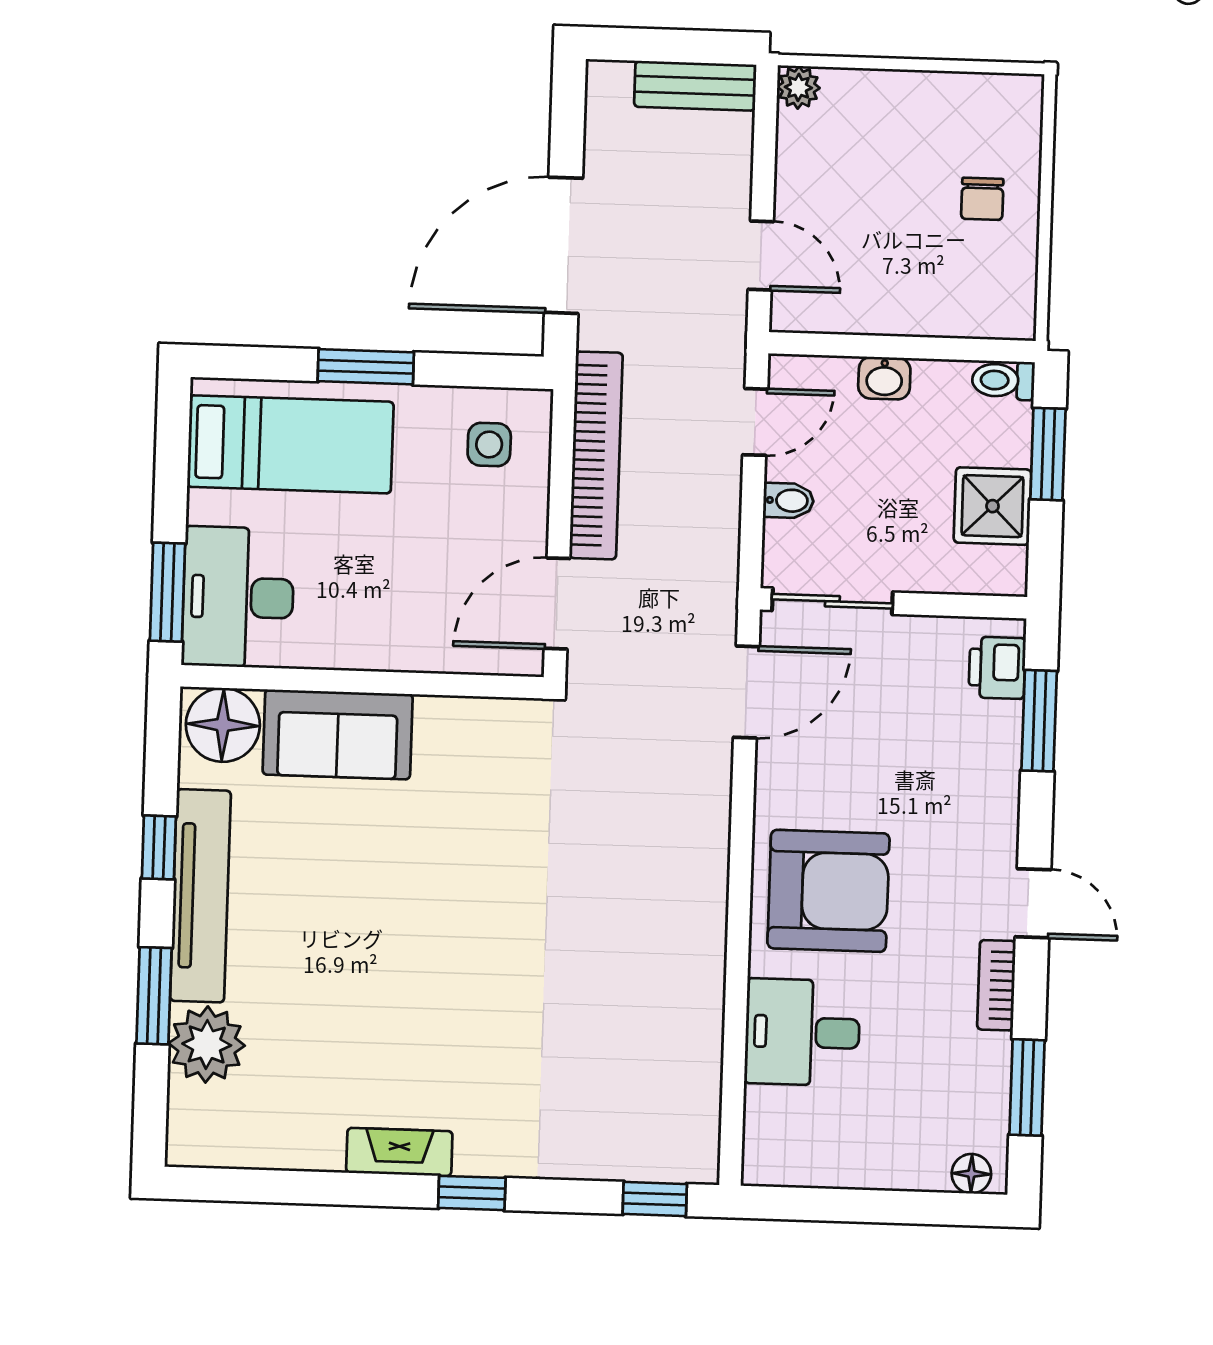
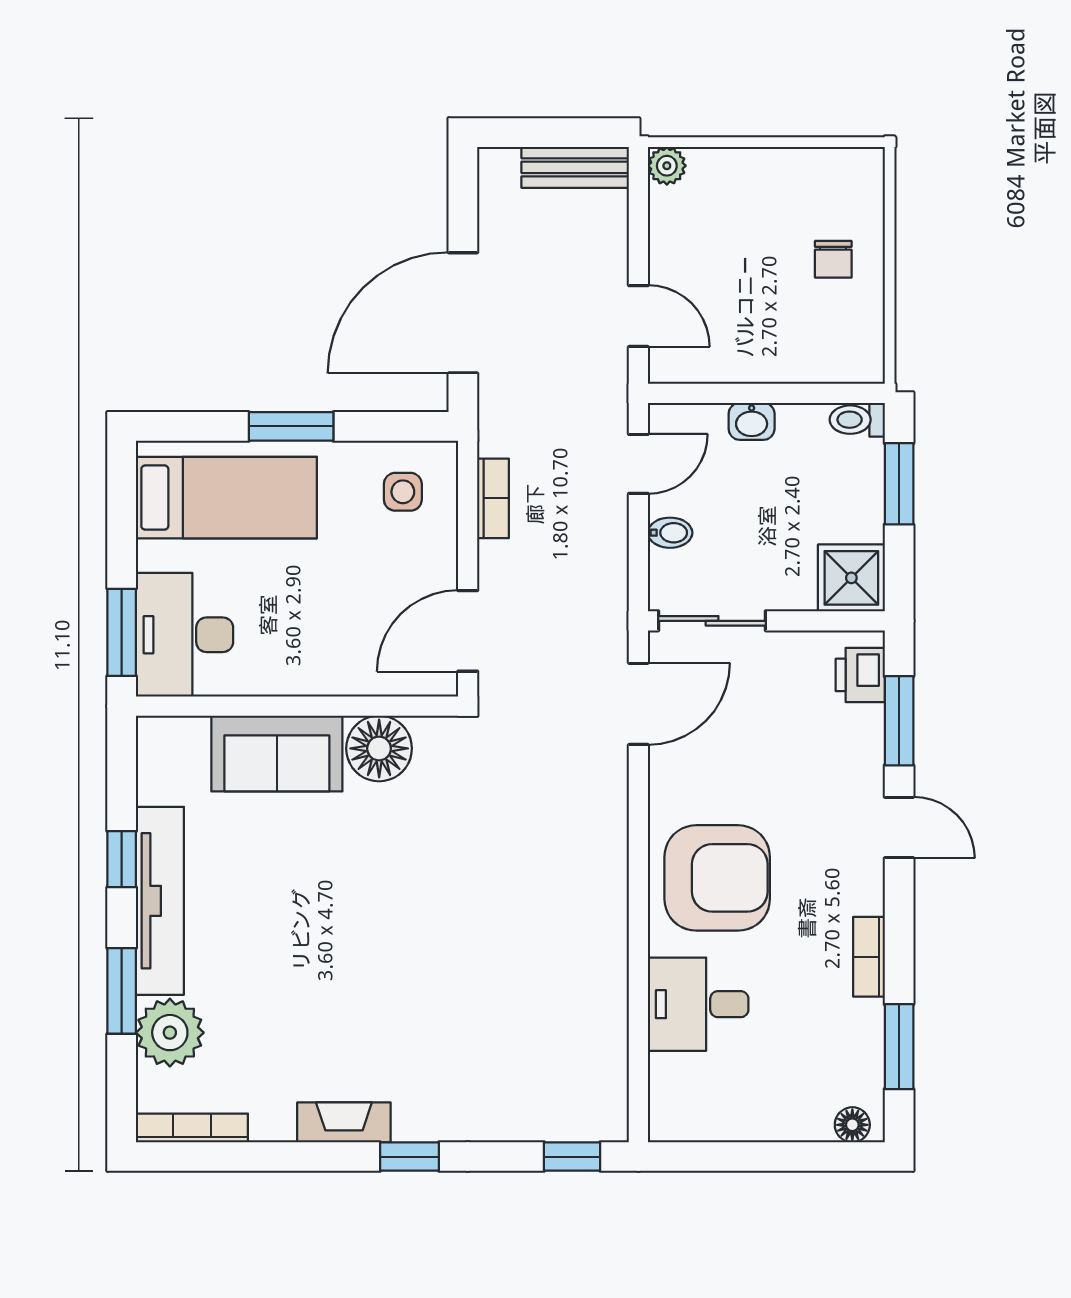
bookcase: (596, 455) -> (493, 498), width x0.43, depth x0.76
shower: (993, 506) -> (851, 578), moved
floor lamp: (223, 725) -> (379, 748), moved
door: (1033, 903) -> (899, 828), moved
bookcase: (228, 1153) -> (192, 1128), added

